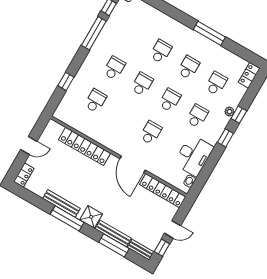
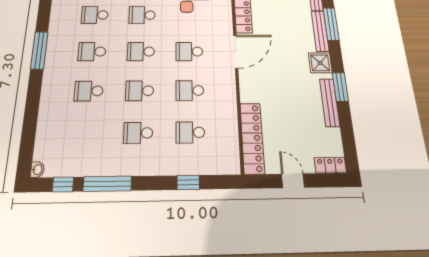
school desk: (123, 117) -> (190, 91), added
locker: (84, 146) -> (252, 138), moved
window: (67, 218) -> (340, 87), width x0.69

